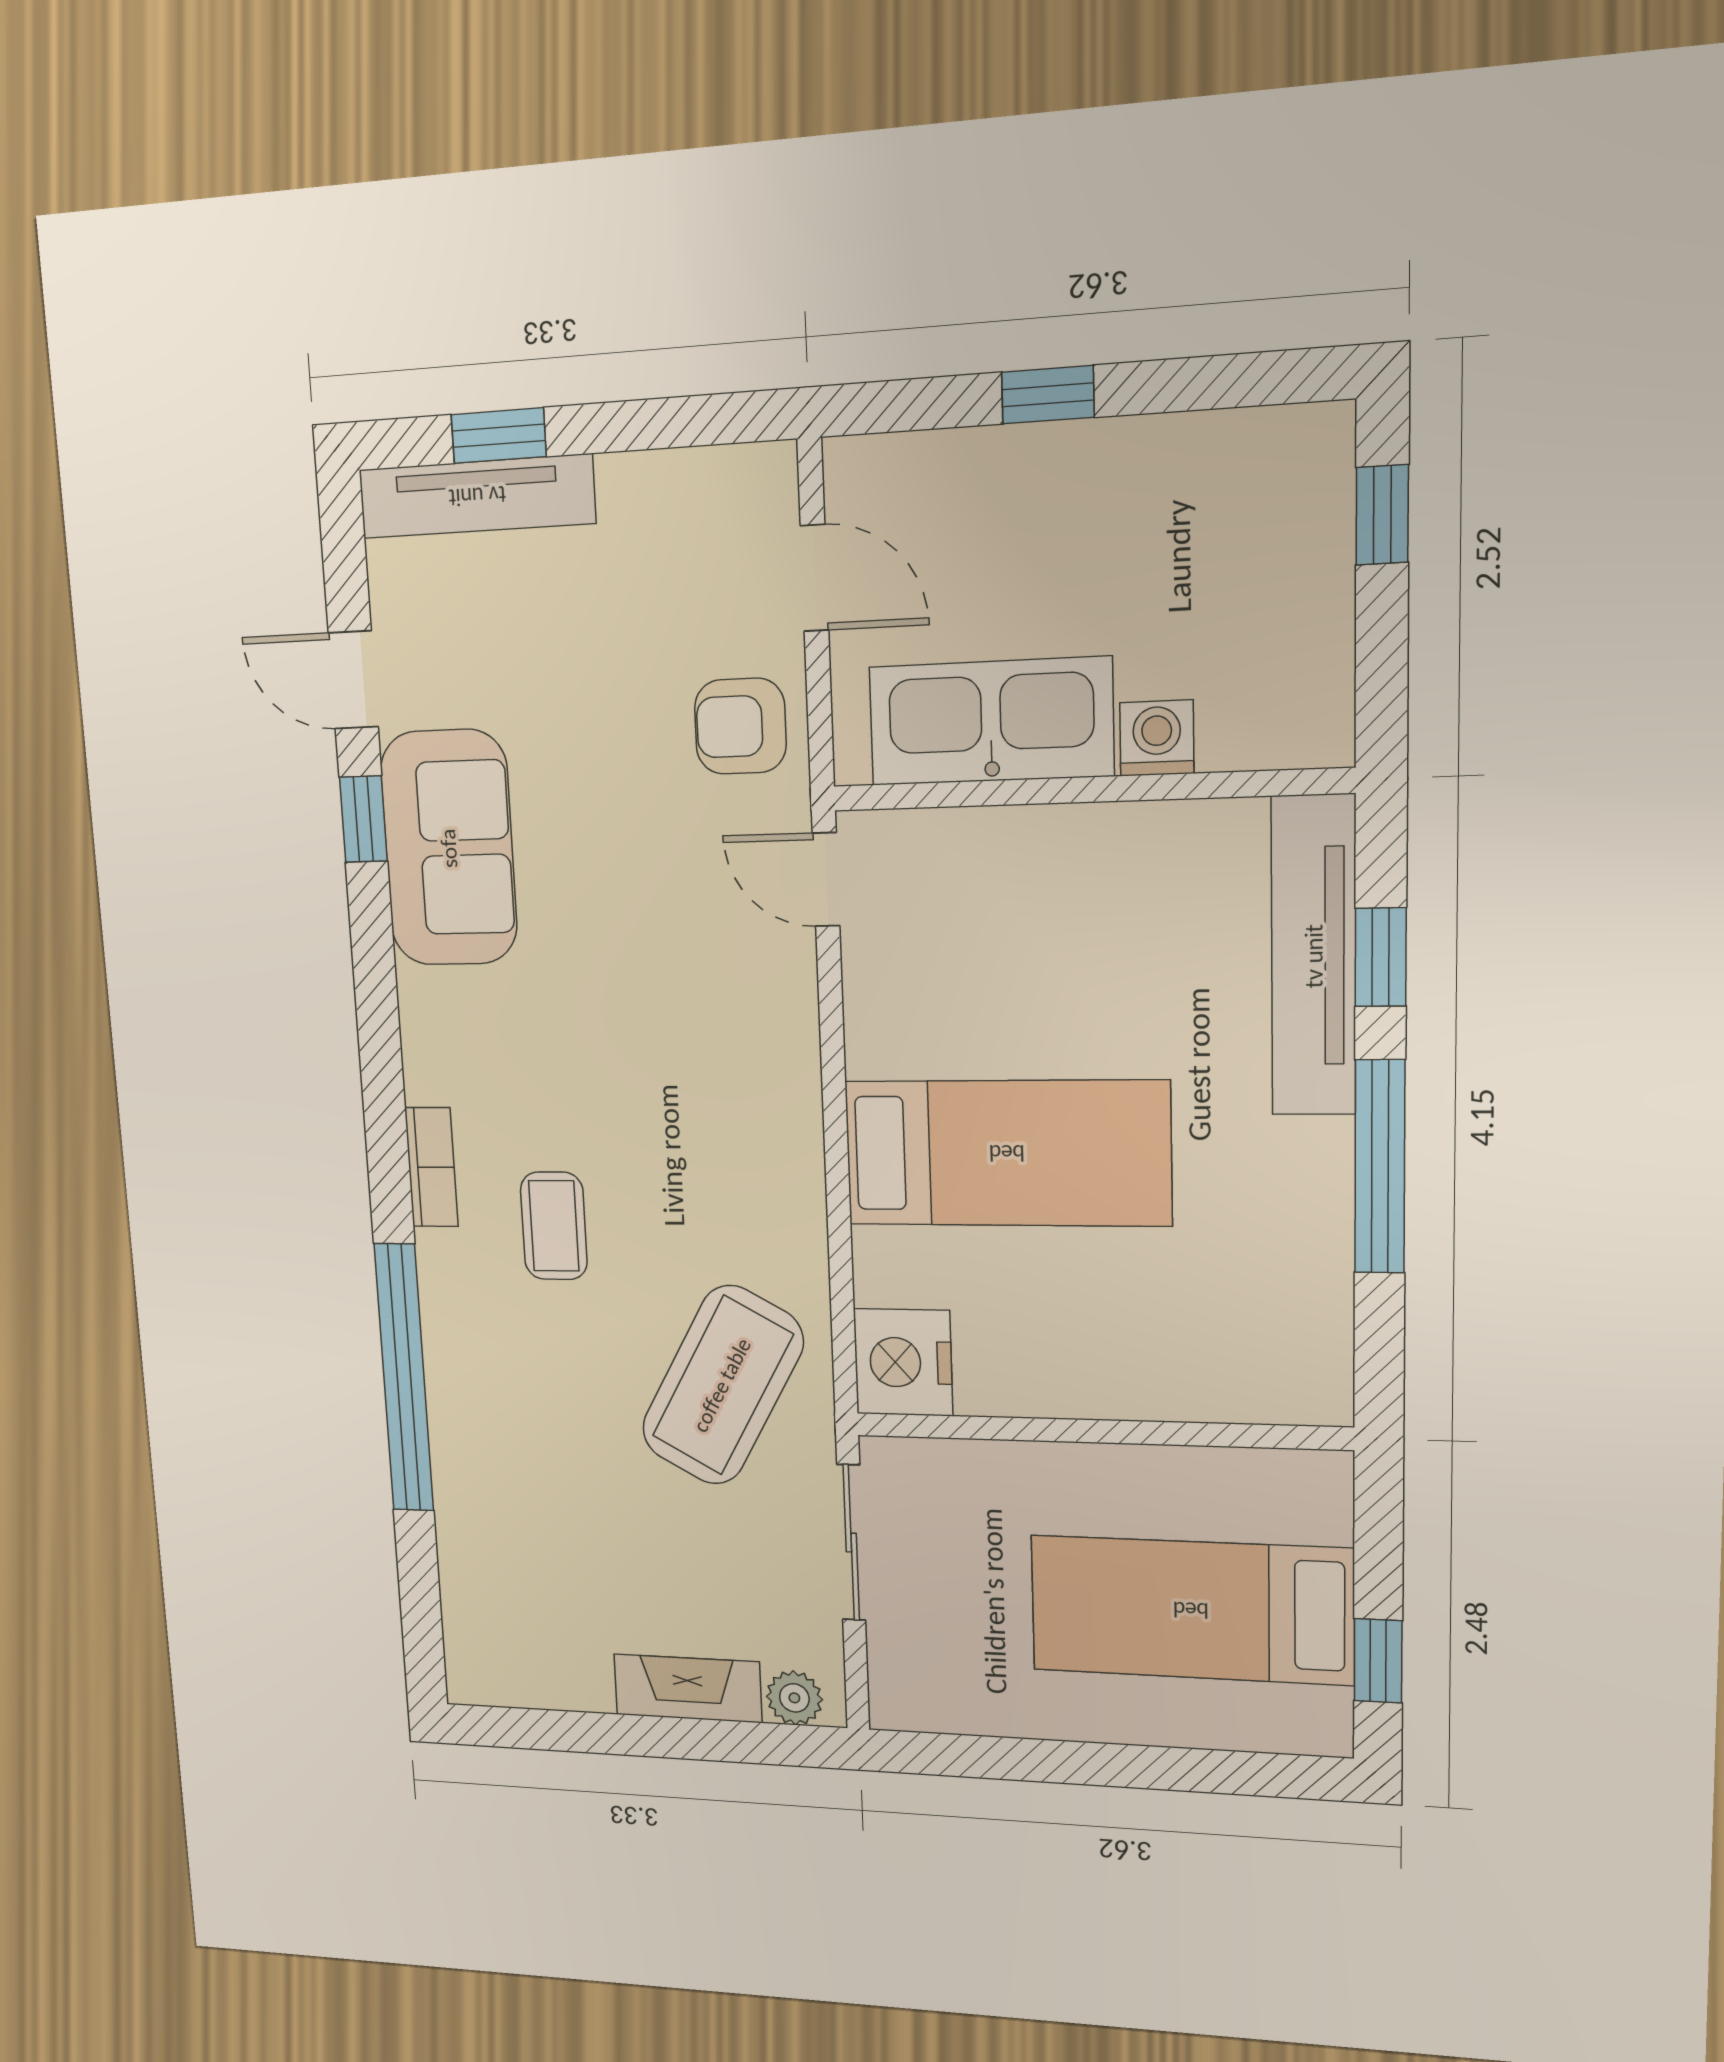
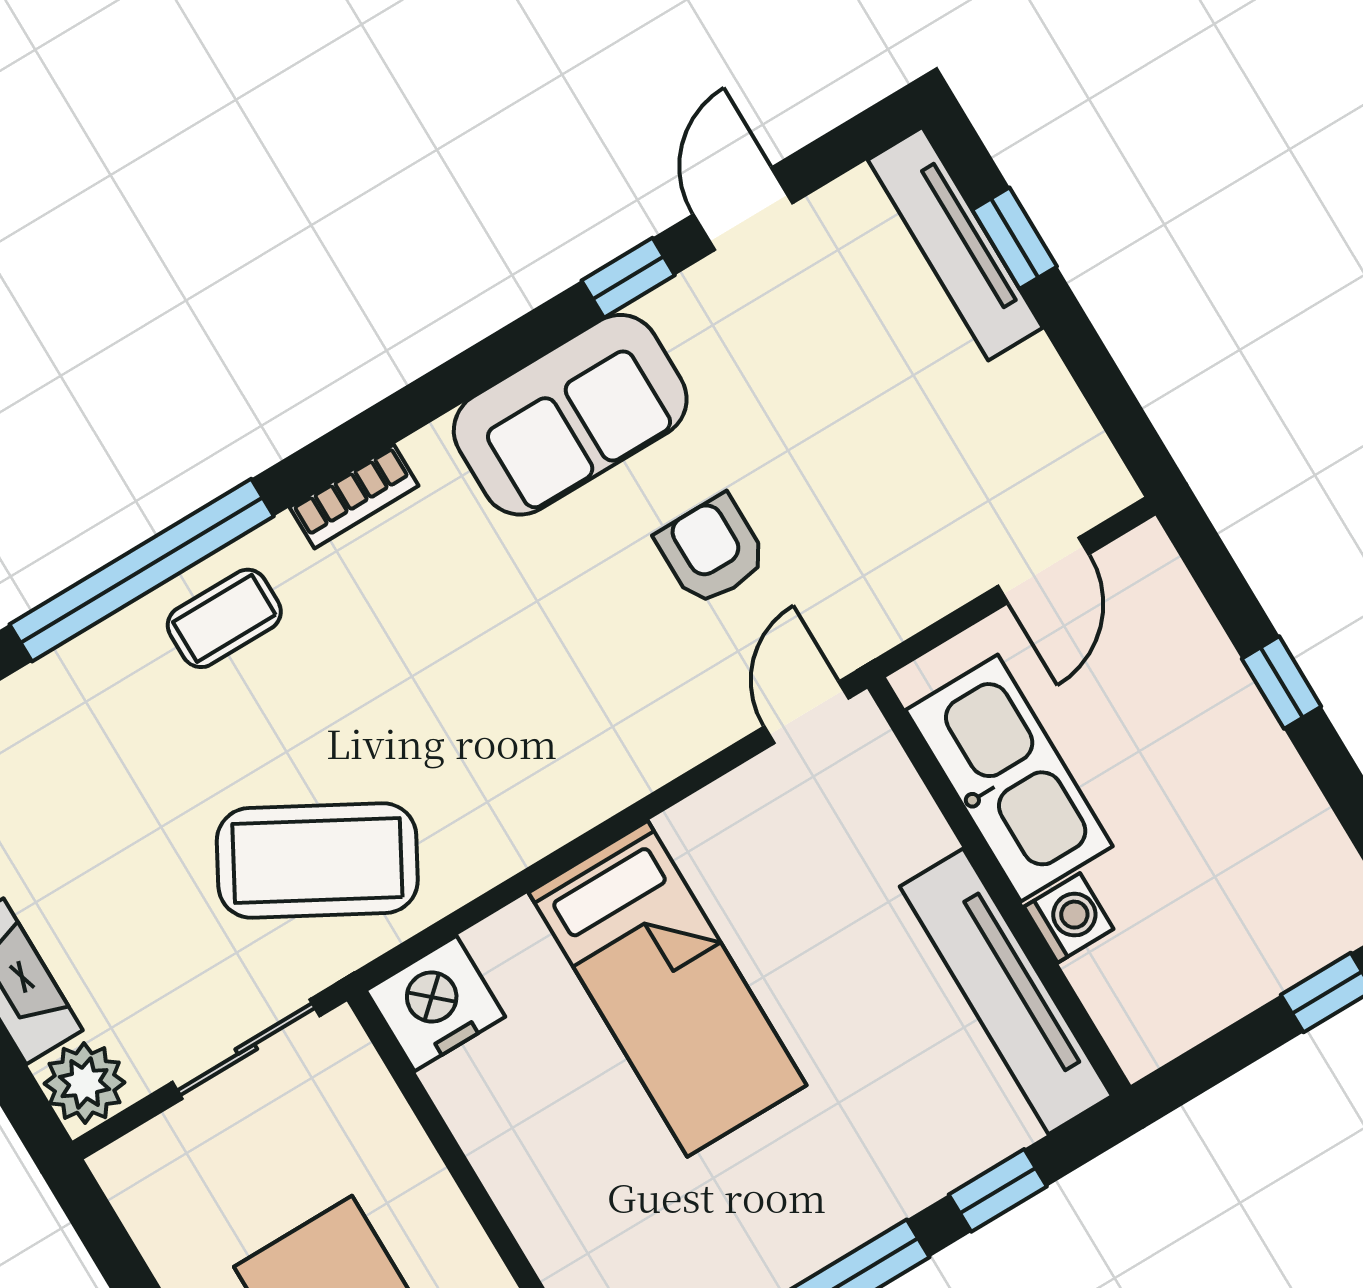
armchair: (740, 726) -> (712, 550), moved
sofa: (449, 848) -> (570, 415), moved
tv unit: (1314, 956) -> (1006, 991), moved, turned -90
coffee table: (554, 1226) -> (224, 618), moved
plant: (794, 1698) -> (85, 1083), width x1.38, depth x1.38

